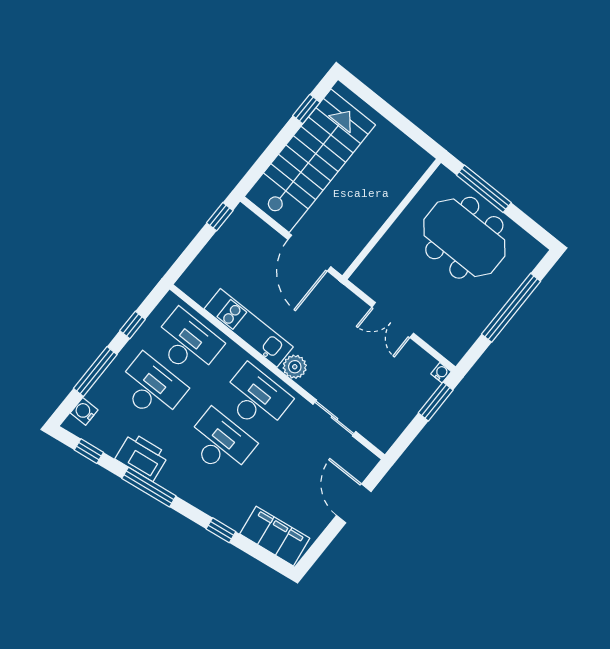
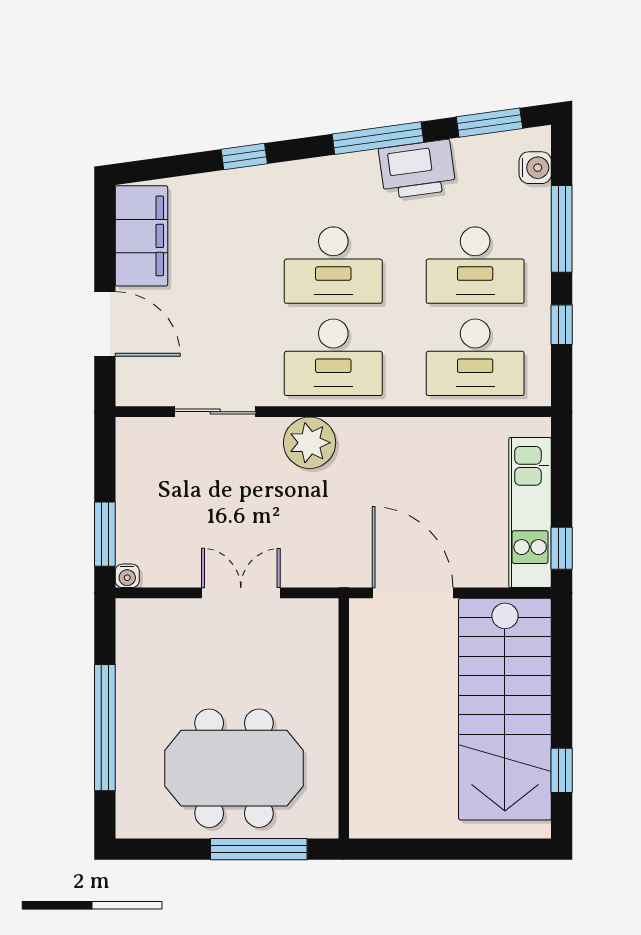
kitchen unit: (249, 328) -> (530, 512), moved, turned 90
plant: (295, 367) -> (310, 443), width x1.36, depth x1.36
window: (89, 451) -> (489, 123), width x1.50
filing cabinet: (275, 536) -> (141, 236), moved, turned -82

